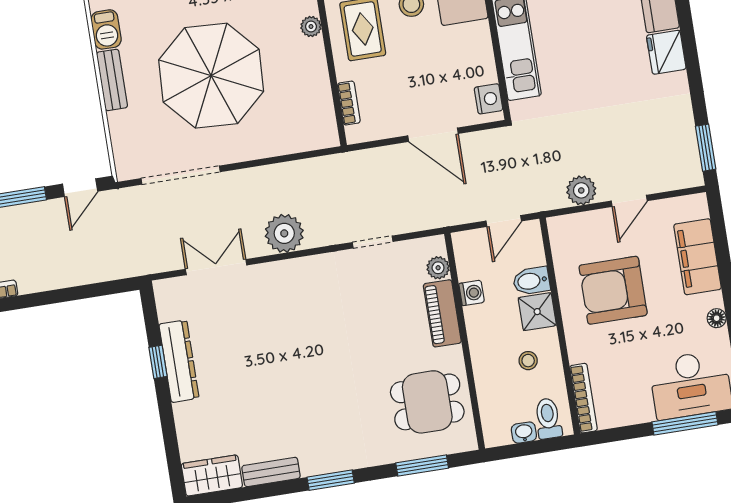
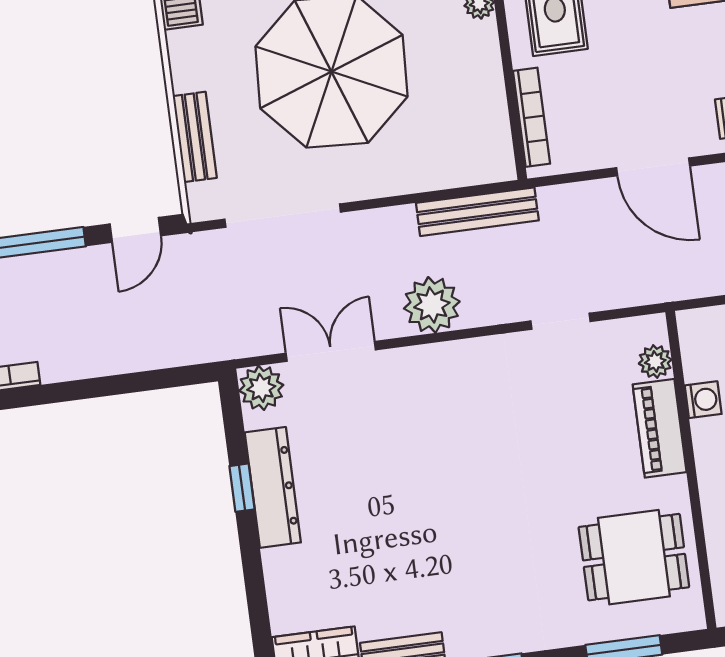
bench: (112, 80) -> (195, 137), moved
bookcase: (349, 103) -> (531, 117), width x1.56
bench: (314, 169) -> (477, 212), added
plant: (169, 293) -> (261, 388), added

